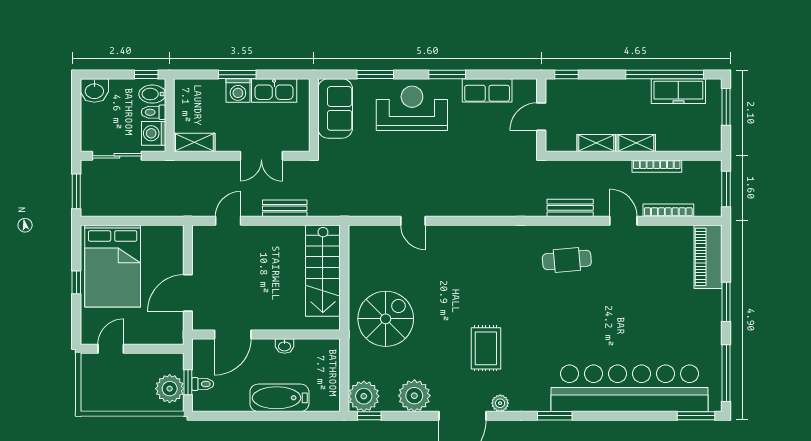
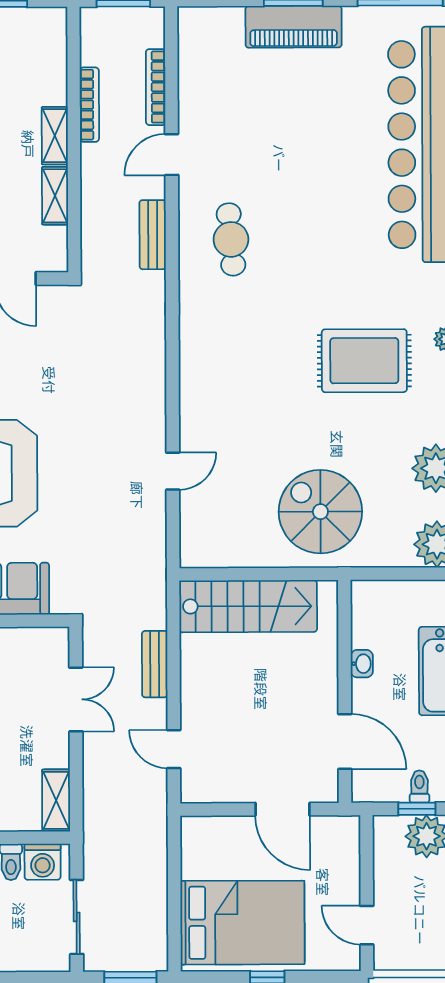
piano: (708, 257) -> (294, 27), moved
rug: (486, 348) -> (364, 361), width x1.36, depth x1.43

